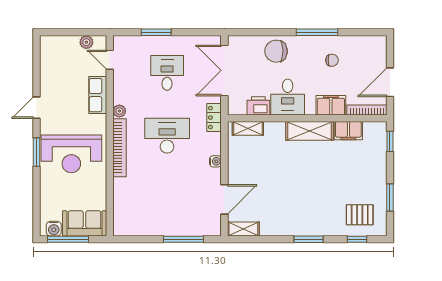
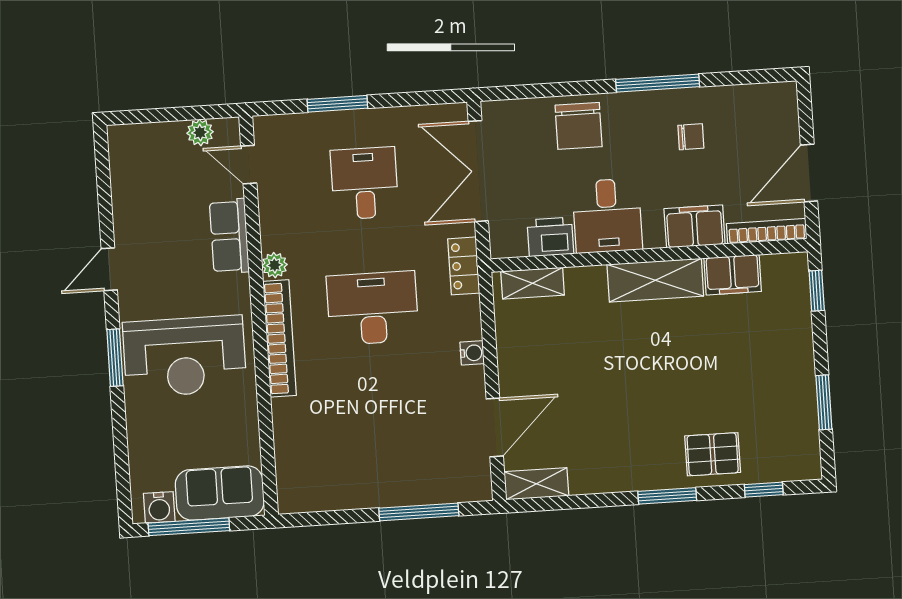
chair: (276, 51) -> (579, 126), turned -90
pallet: (360, 215) -> (713, 454), moved

